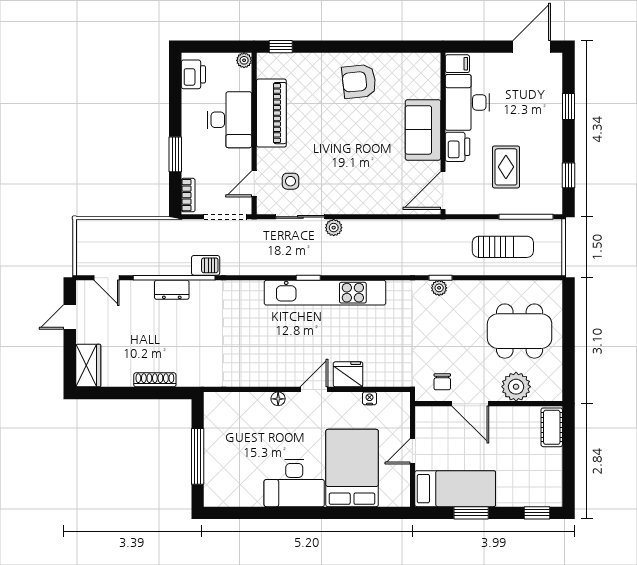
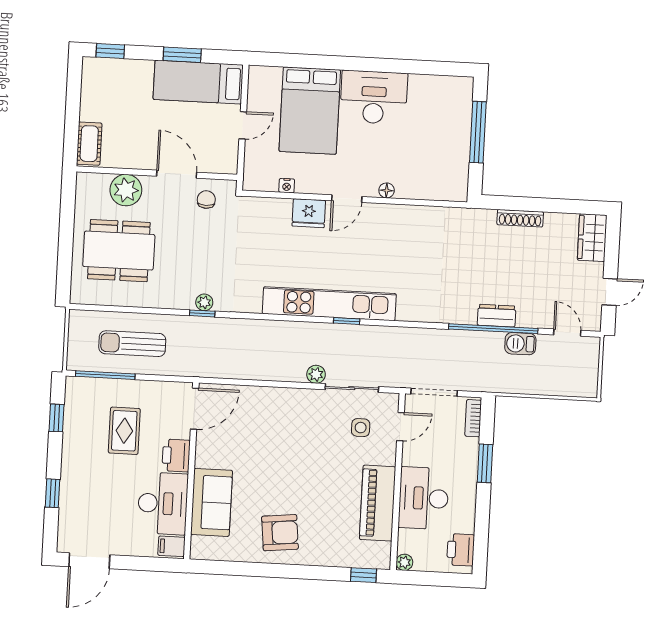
sofa: (423, 130) -> (212, 502), moved
barbecue: (206, 265) -> (520, 344), moved

